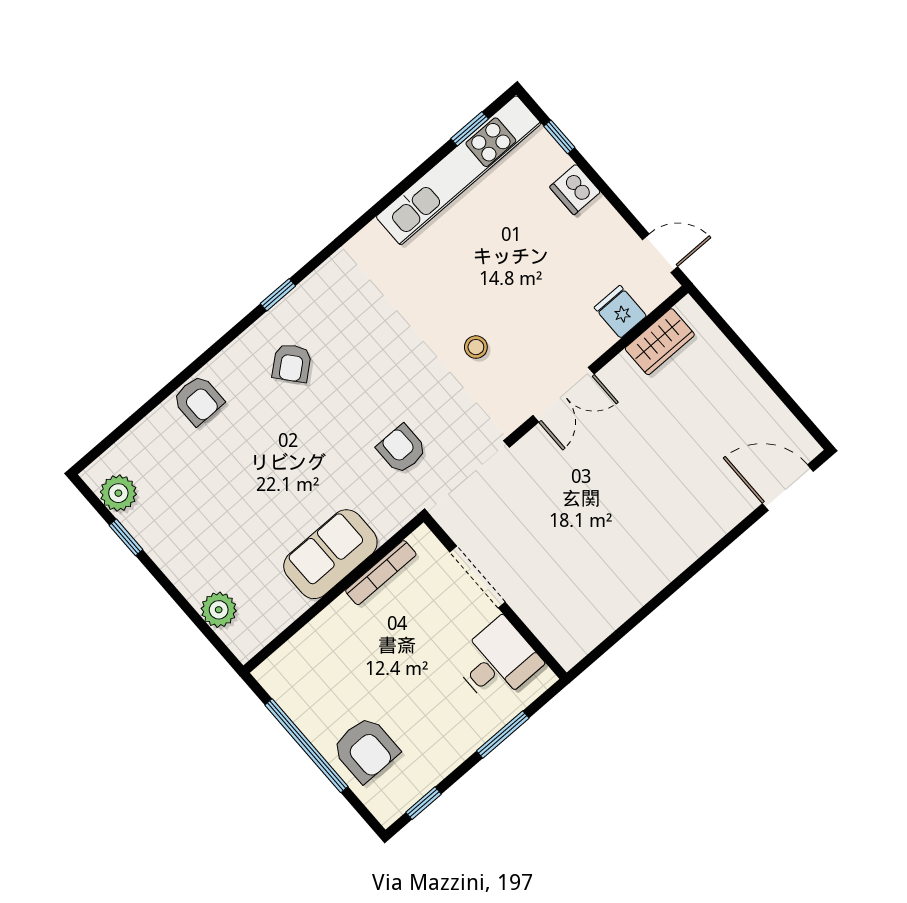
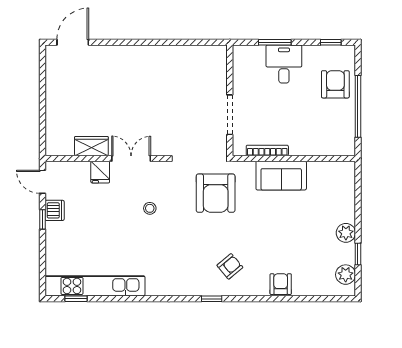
window: (559, 137) -> (42, 219), moved
dishwasher: (575, 189) -> (55, 210), moved
fridge: (620, 312) -> (100, 172), moved
wardrobe: (660, 342) -> (91, 146), moved
armchair: (402, 449) -> (216, 193), width x1.88, depth x1.88
door: (788, 487) -> (73, 42), swing flipped
plant: (219, 610) -> (346, 233), moved
desk: (497, 662) -> (284, 64), moved, turned 90

